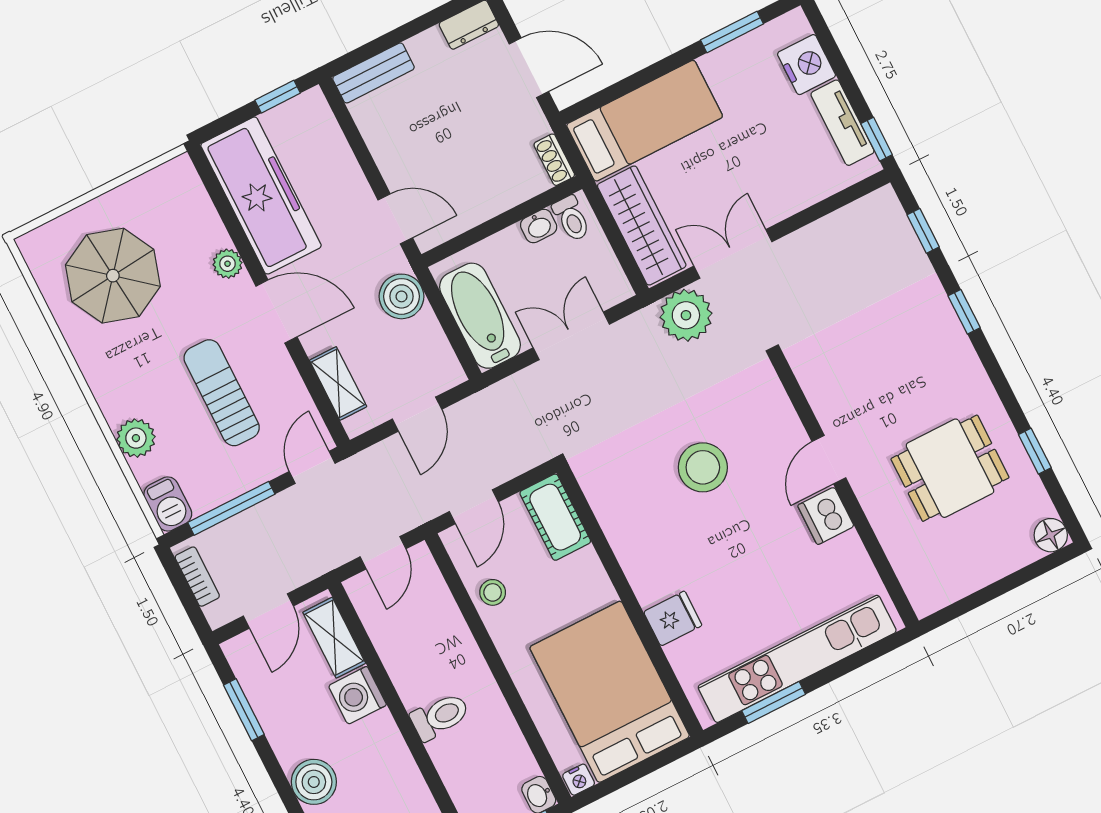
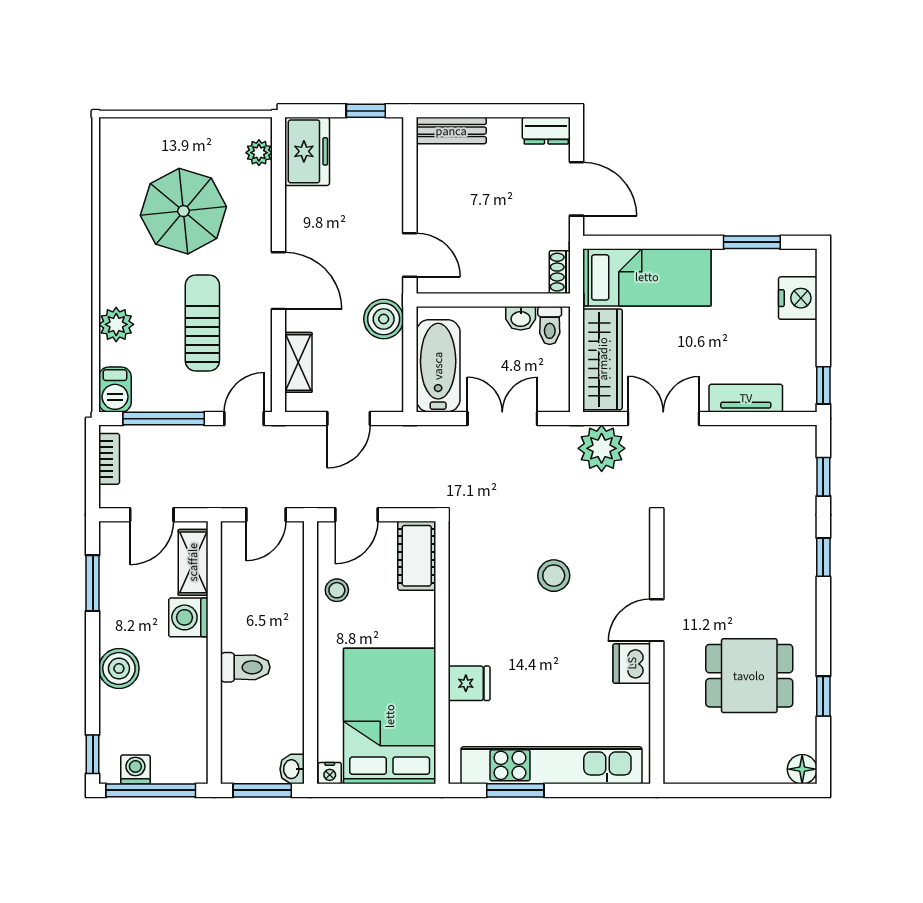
tv unit: (842, 123) -> (746, 398), moved, turned 90
freezer: (261, 195) -> (307, 151), width x0.52, depth x0.79
plant: (228, 264) -> (259, 153), moved
parasol: (113, 276) -> (183, 211), moved
stool: (703, 467) -> (554, 576), width x0.73, depth x0.73

